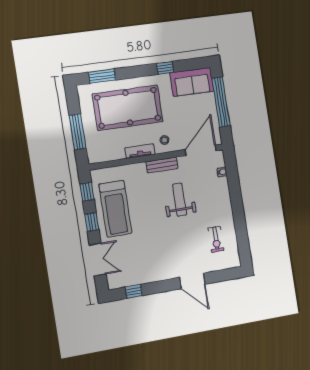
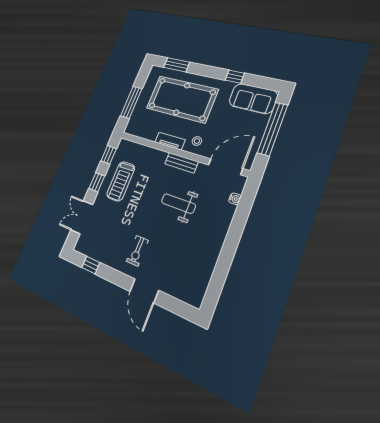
weight bench: (179, 200) -> (178, 204), turned -90
treadmill: (115, 209) -> (121, 181), width x0.73, depth x0.73
exercise bike: (216, 239) -> (137, 251), moved
double door: (98, 259) -> (82, 217), swing flipped

